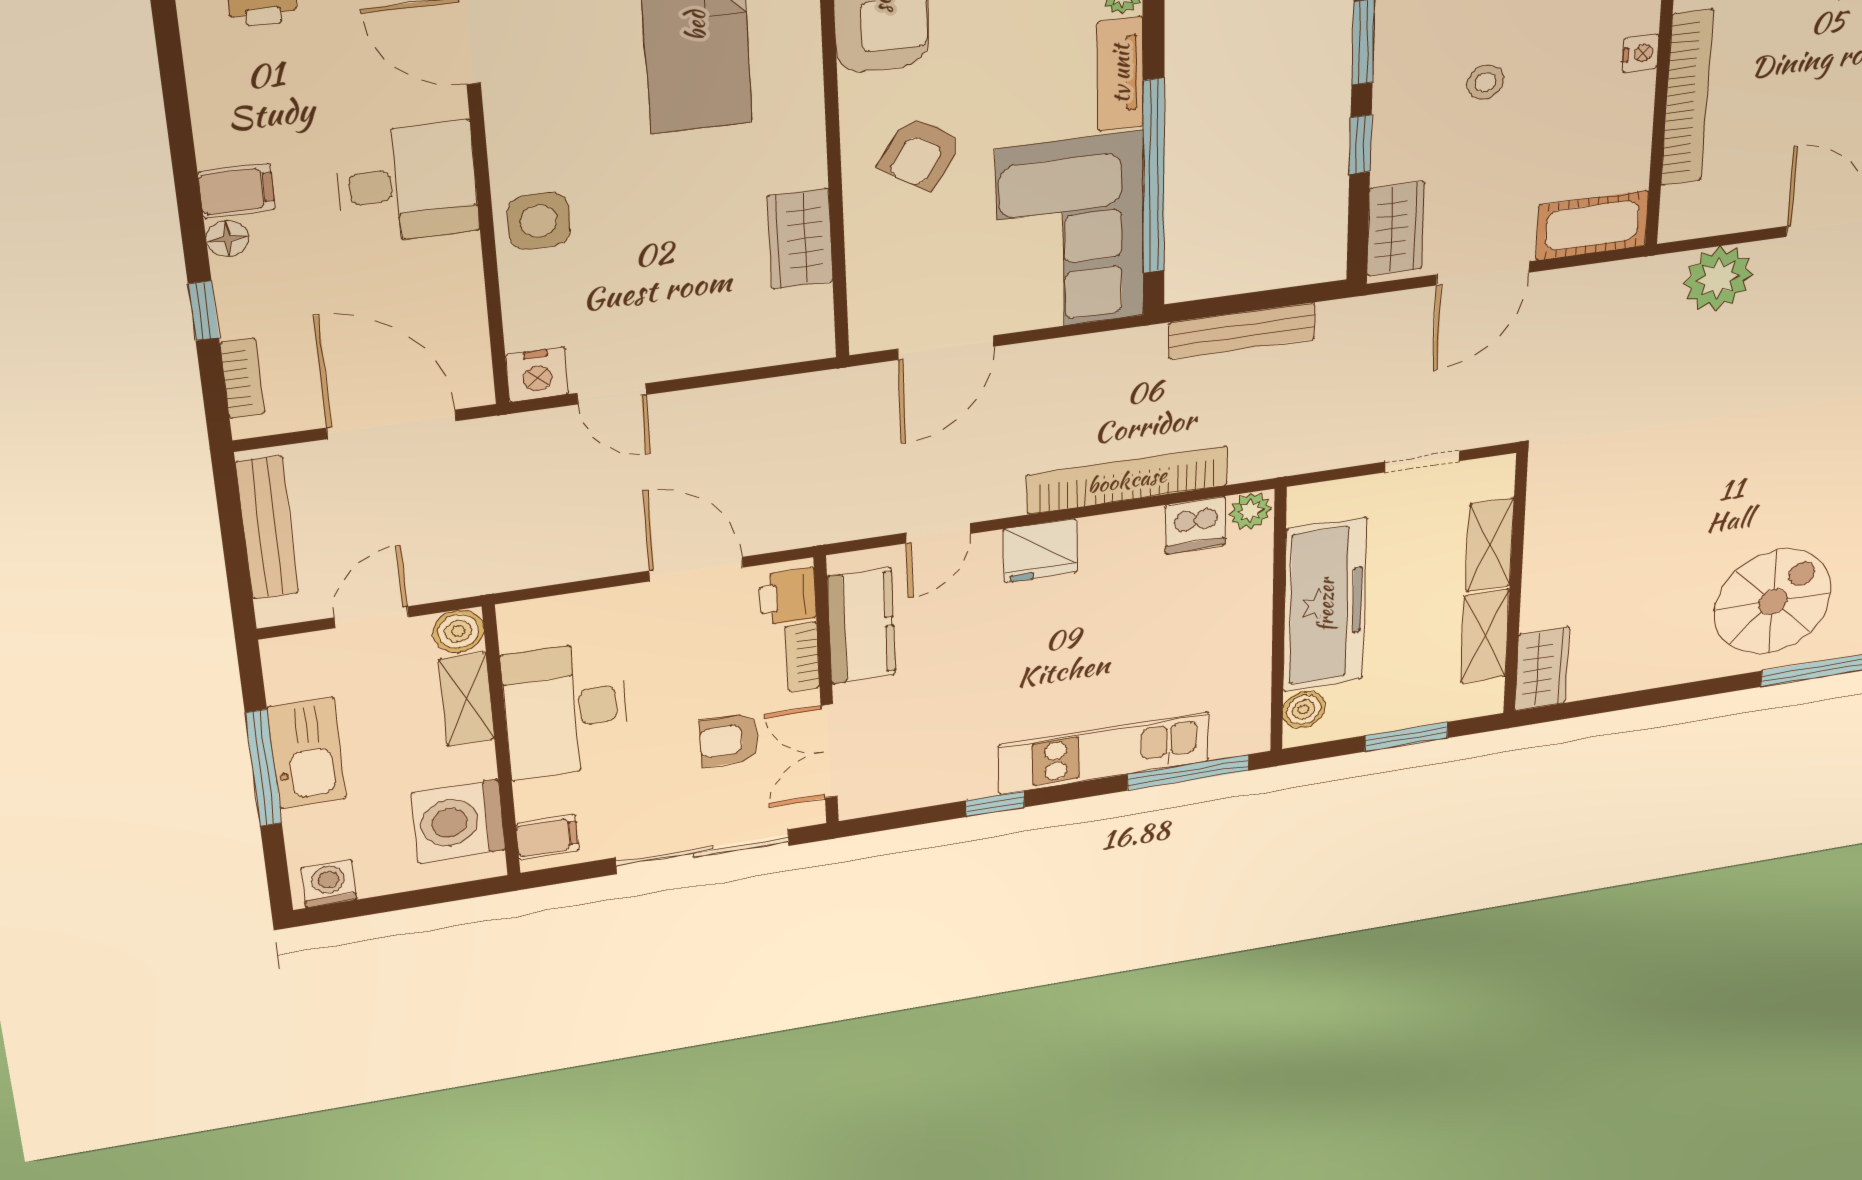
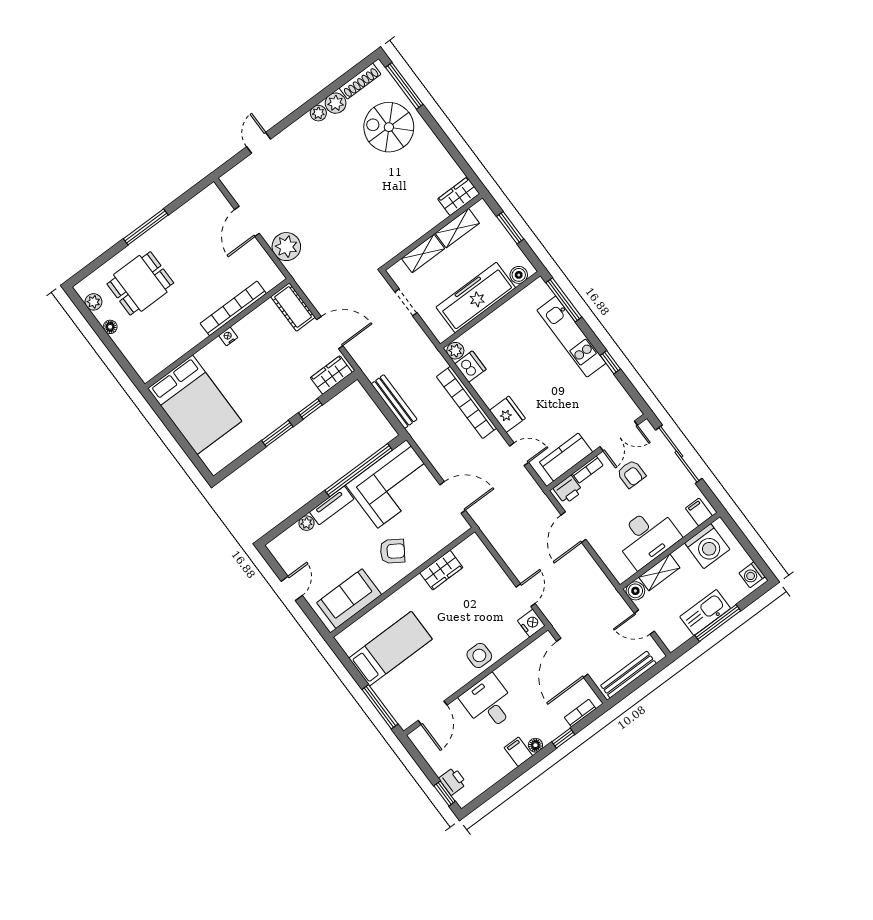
stool: (1485, 82) -> (267, 382), removed

